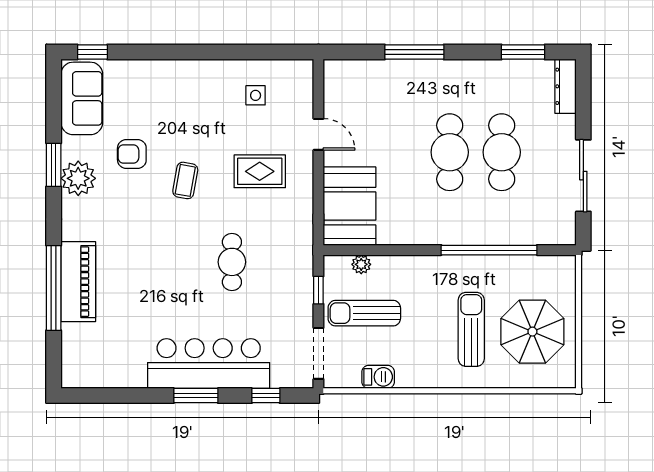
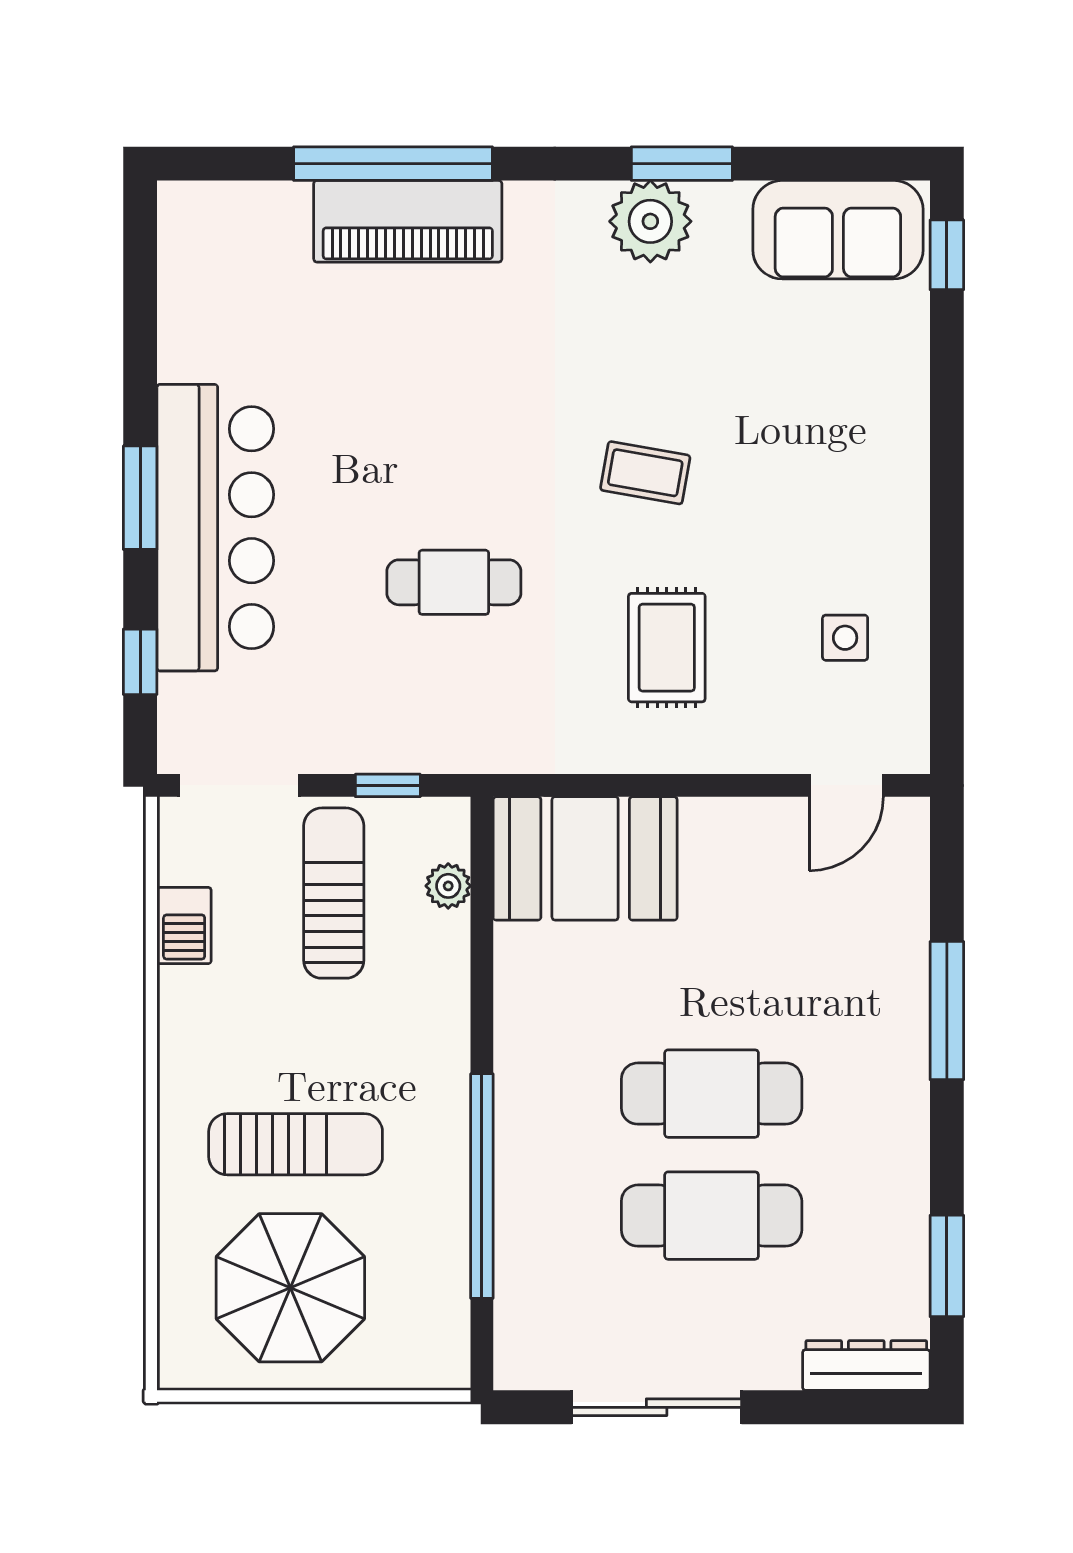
door: (318, 134) -> (846, 785), moved
armchair: (132, 154) -> (707, 347), removed

